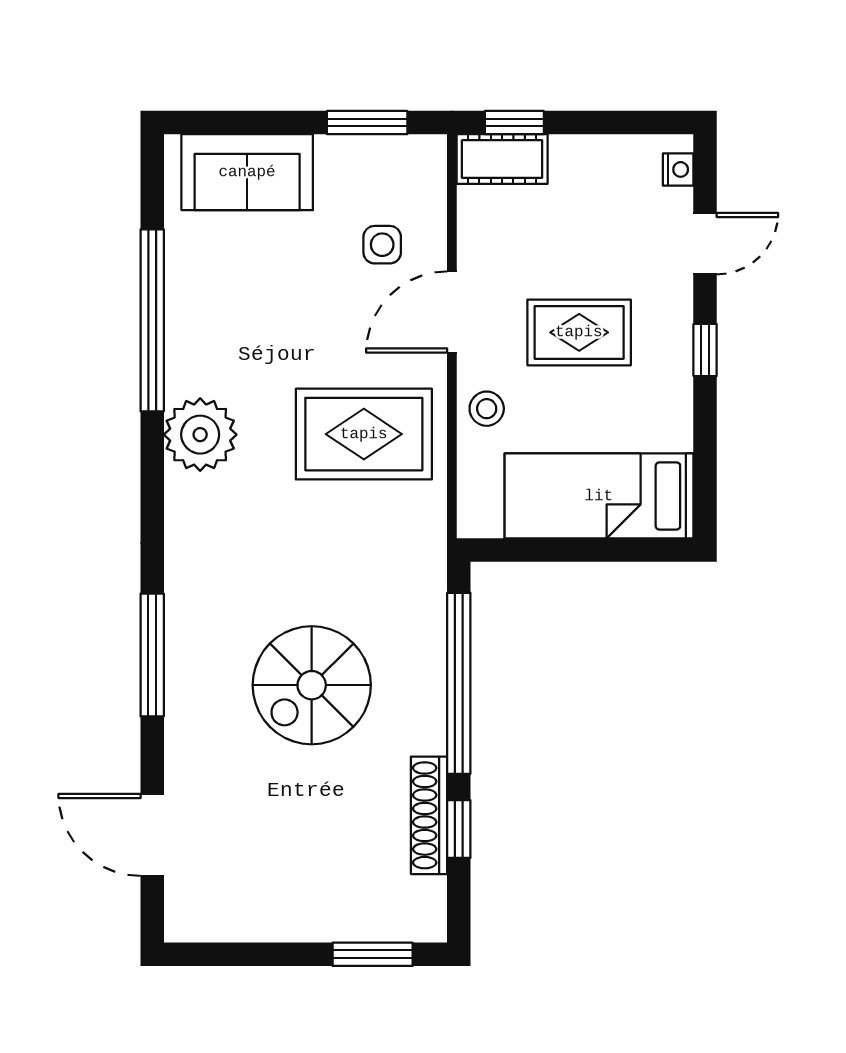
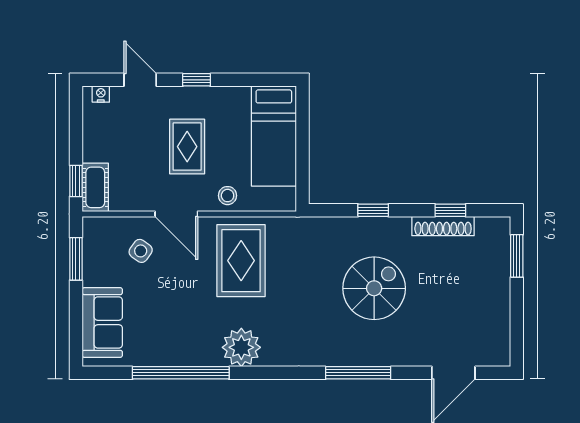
side table: (382, 245) -> (141, 251), turned 35
window: (459, 683) -> (373, 210), width x0.32
spiral stairs: (312, 685) -> (374, 288), turned -90

